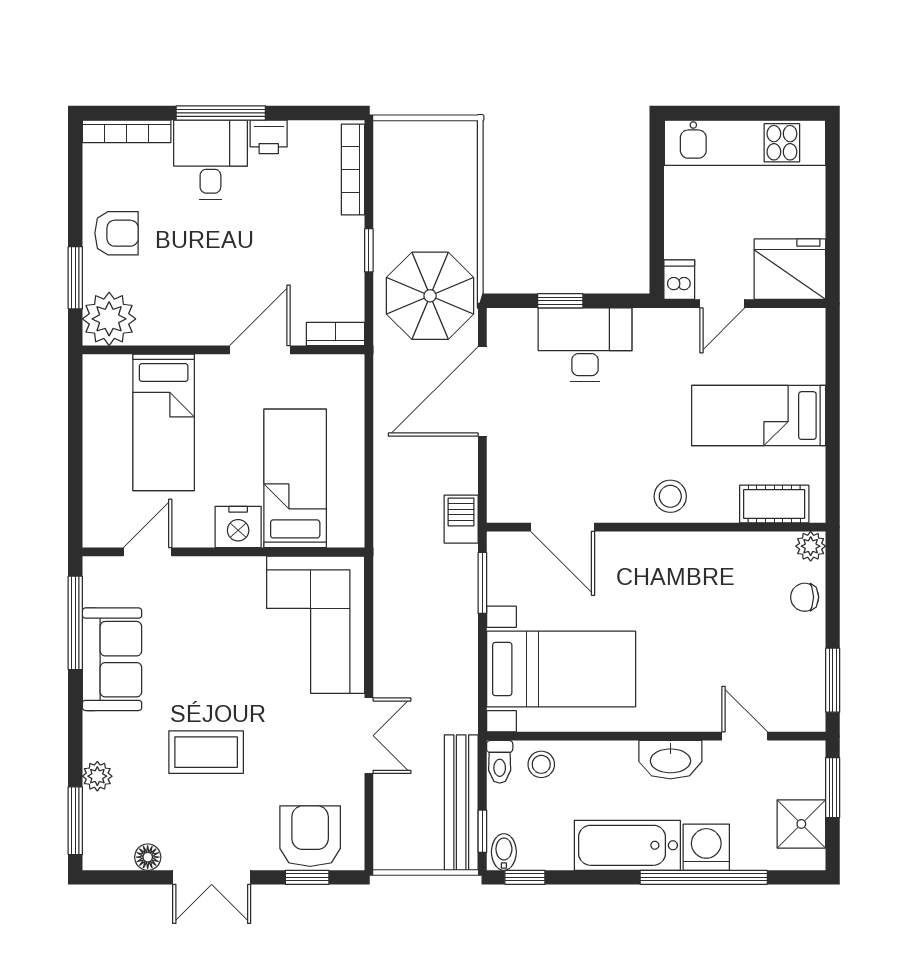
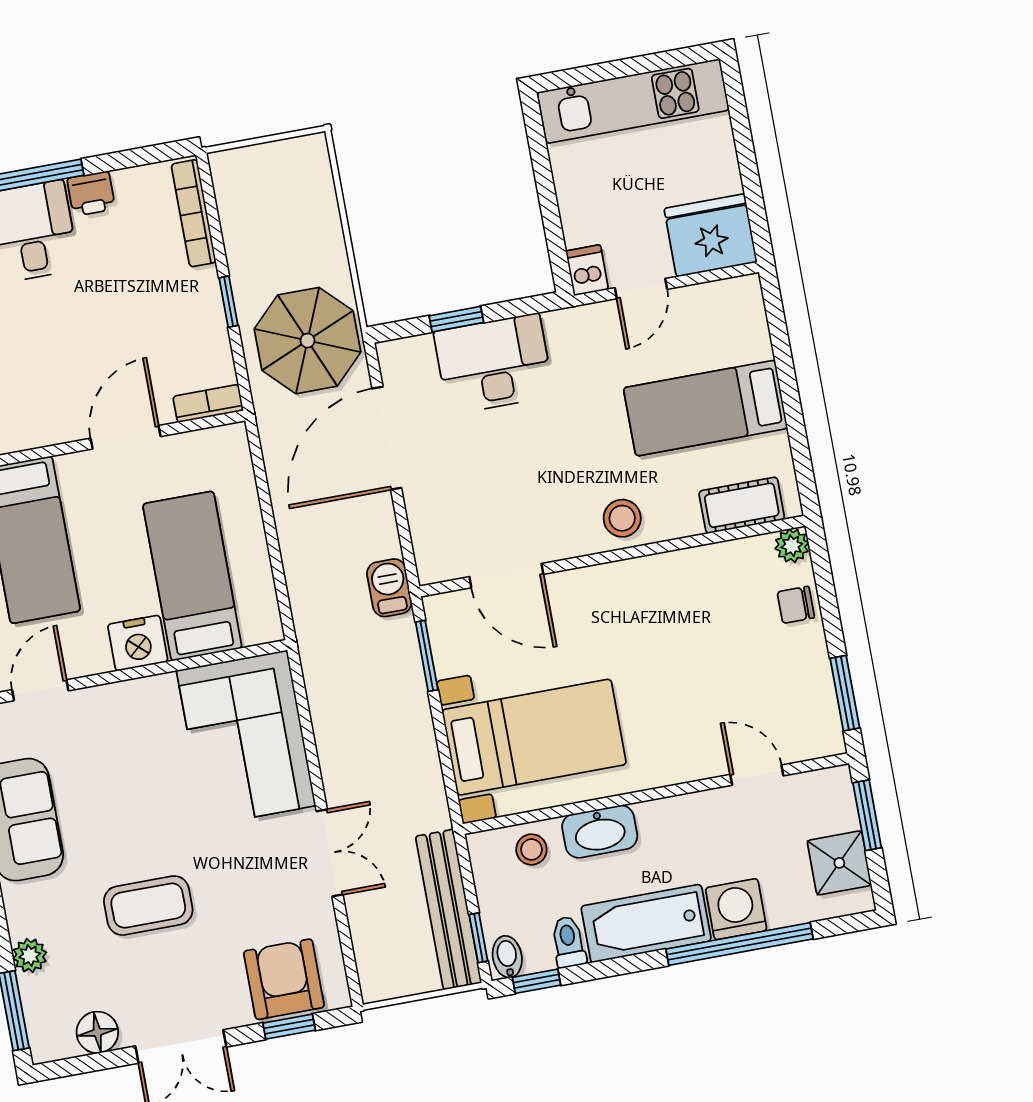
washbasin: (670, 760) -> (600, 832), moved
toilet: (500, 762) -> (568, 942), moved, turned 180
floor lamp: (148, 857) -> (97, 1032), width x1.37, depth x1.37

